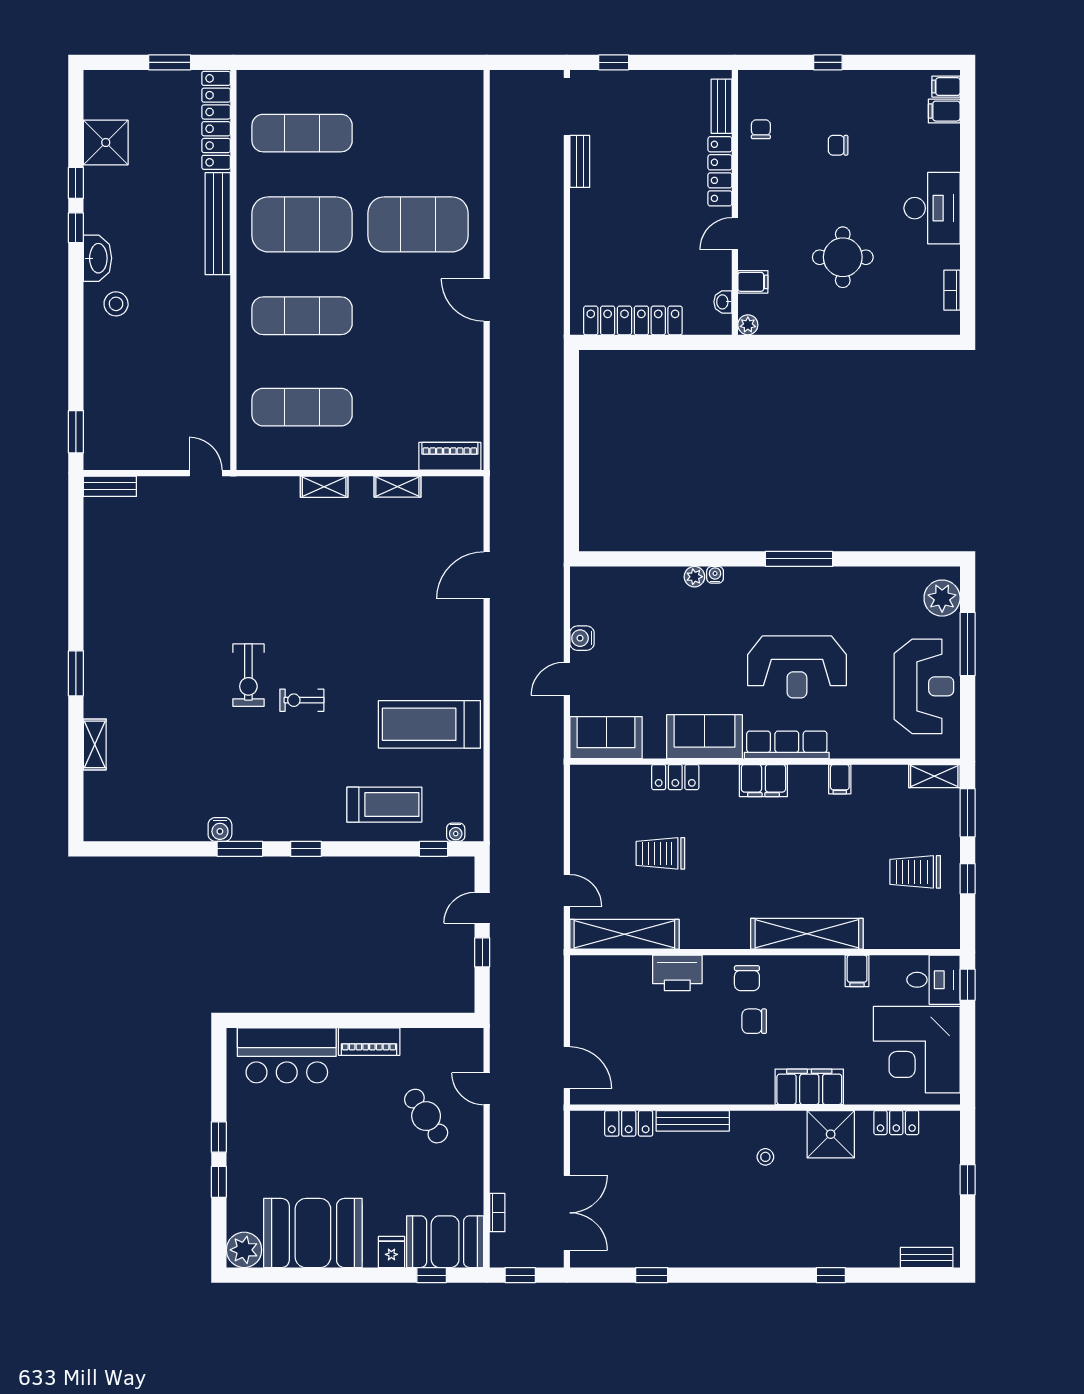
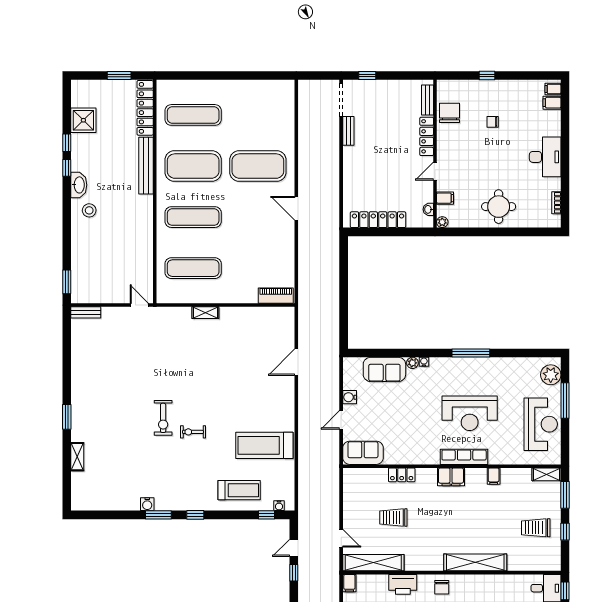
chair: (761, 129) -> (450, 113), width x1.87, depth x1.87
round table: (843, 257) -> (499, 207), moved
shelving: (397, 487) -> (246, 313), removed
sofa: (705, 737) -> (384, 369), moved, turned 180
filing cabinet: (857, 971) -> (349, 583), moved

